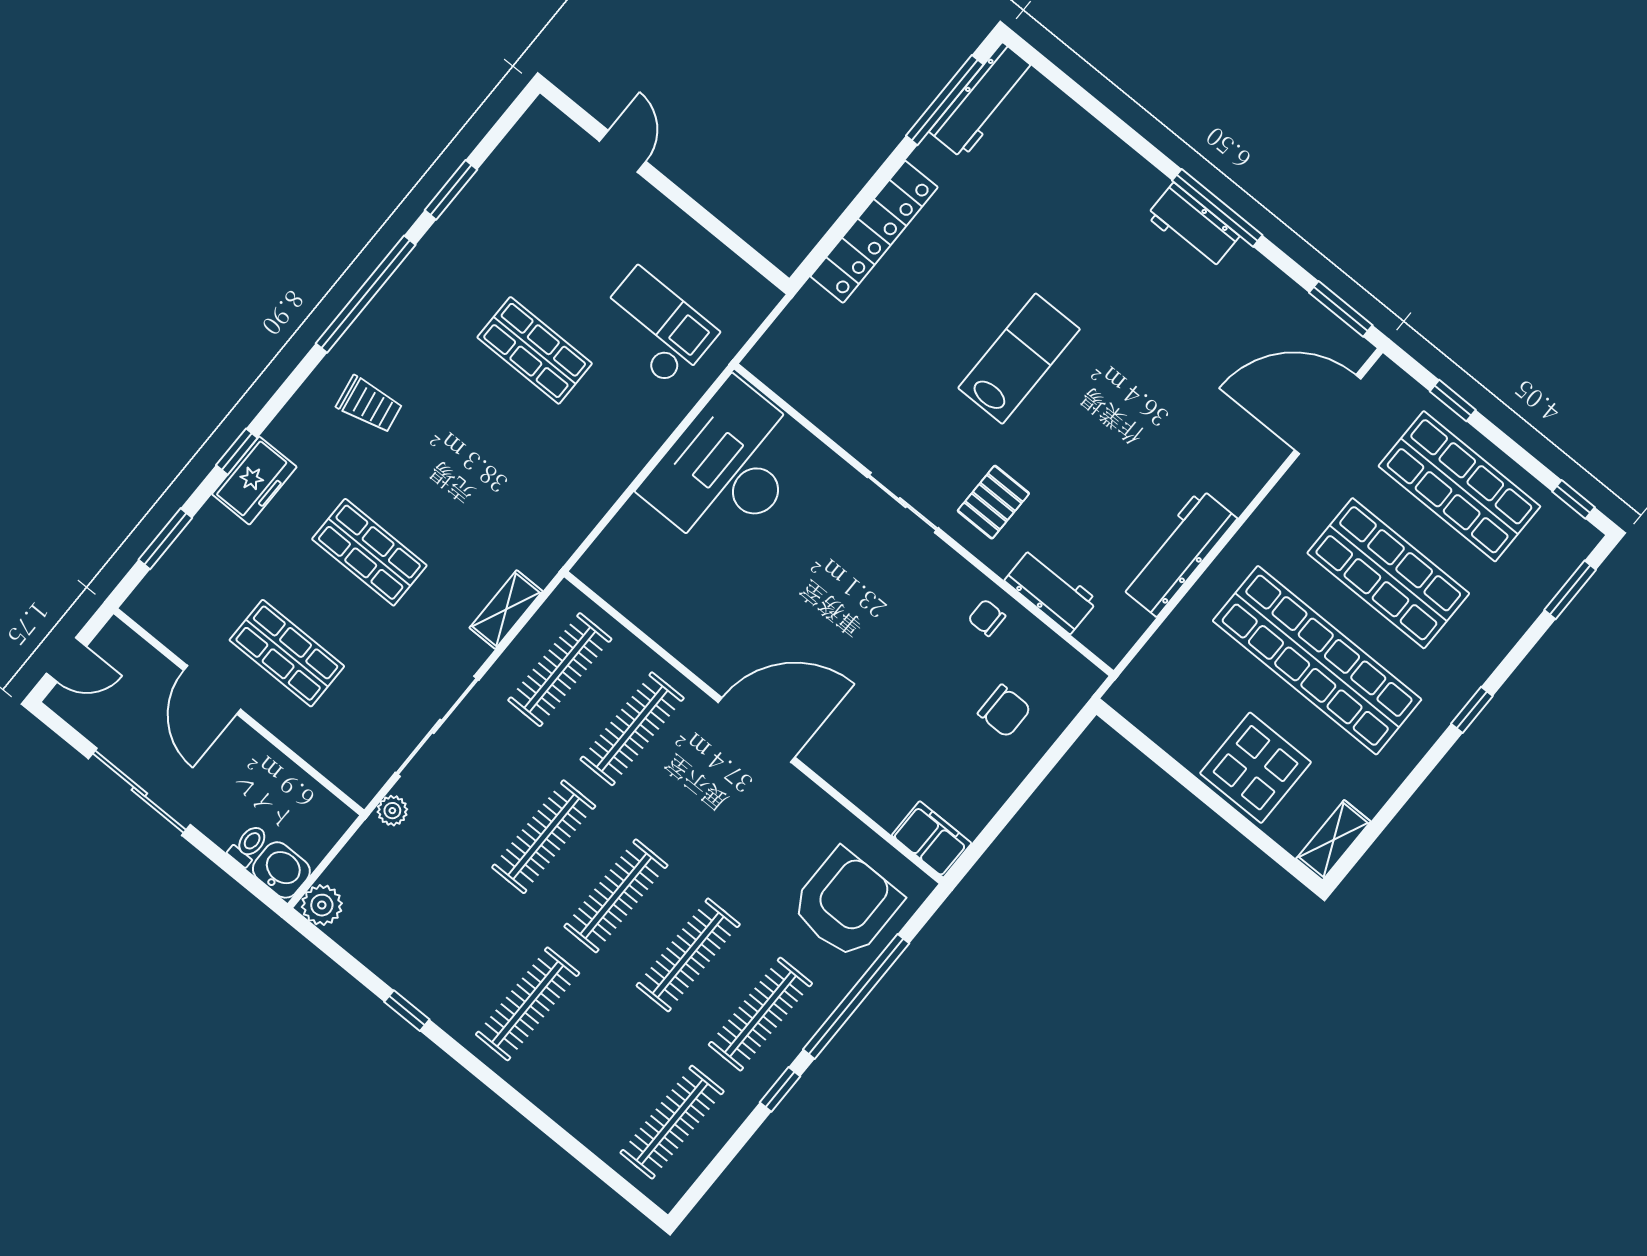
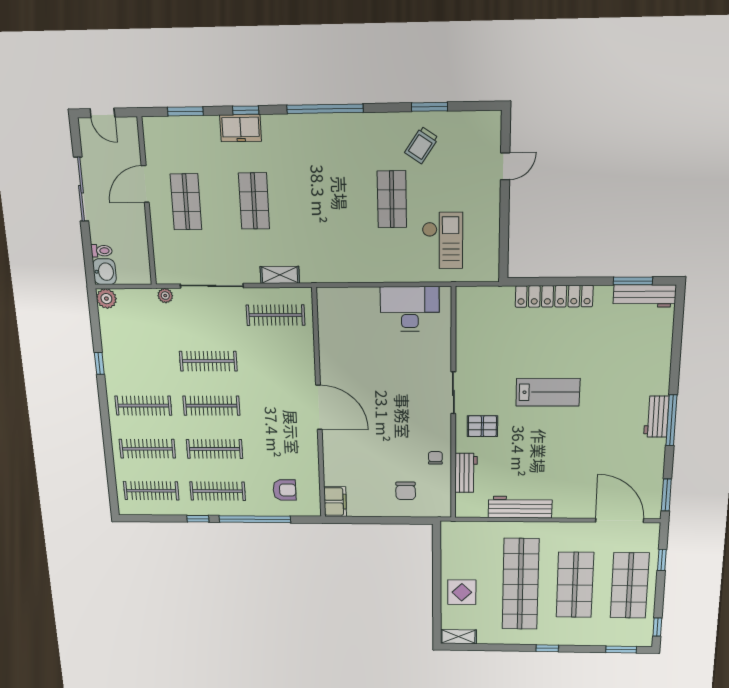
window: (945, 100) -> (633, 281), width x0.69
window: (366, 294) -> (325, 109), moved
trolley: (369, 405) -> (421, 145), moved, turned 44
desk: (728, 468) -> (410, 309), width x0.73, depth x0.77
clothes rail: (632, 729) -> (147, 449), moved
display table: (1256, 768) -> (462, 592), width x0.73, depth x0.73
armchair: (846, 904) -> (284, 490), width x0.53, depth x0.53

